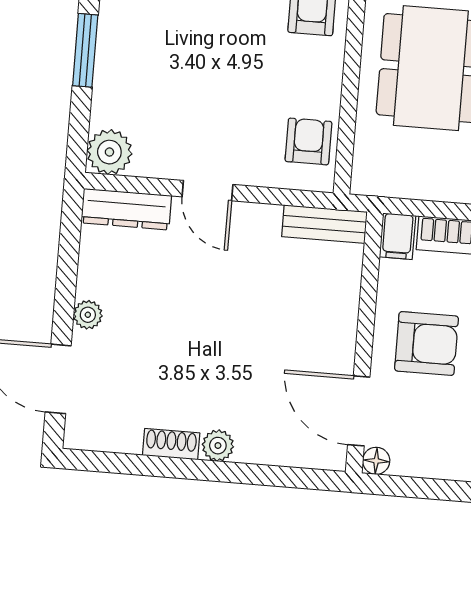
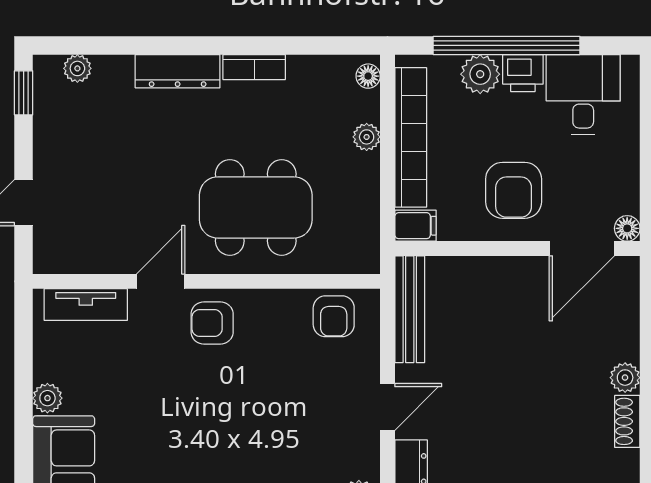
armchair: (308, 141) -> (334, 316), turned -90
bench: (324, 224) -> (410, 309), width x1.36
armchair: (427, 344) -> (514, 190), turned 180

